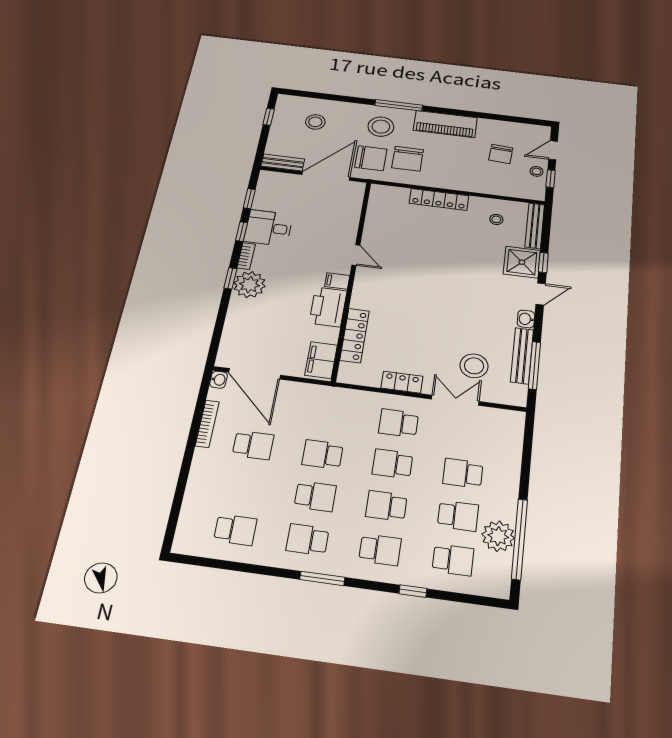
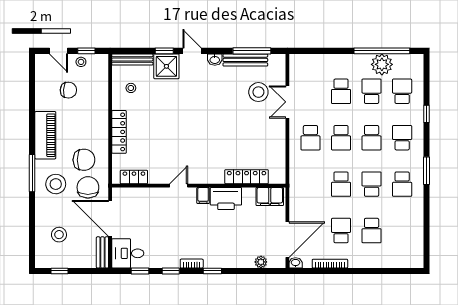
desk: (268, 228) -> (128, 253), moved, turned 90
plant: (250, 285) -> (261, 262), moved, width x0.53, depth x0.53
locker: (402, 382) -> (134, 177), moved, turned 90
school desk: (235, 530) -> (372, 231), moved, turned 180

